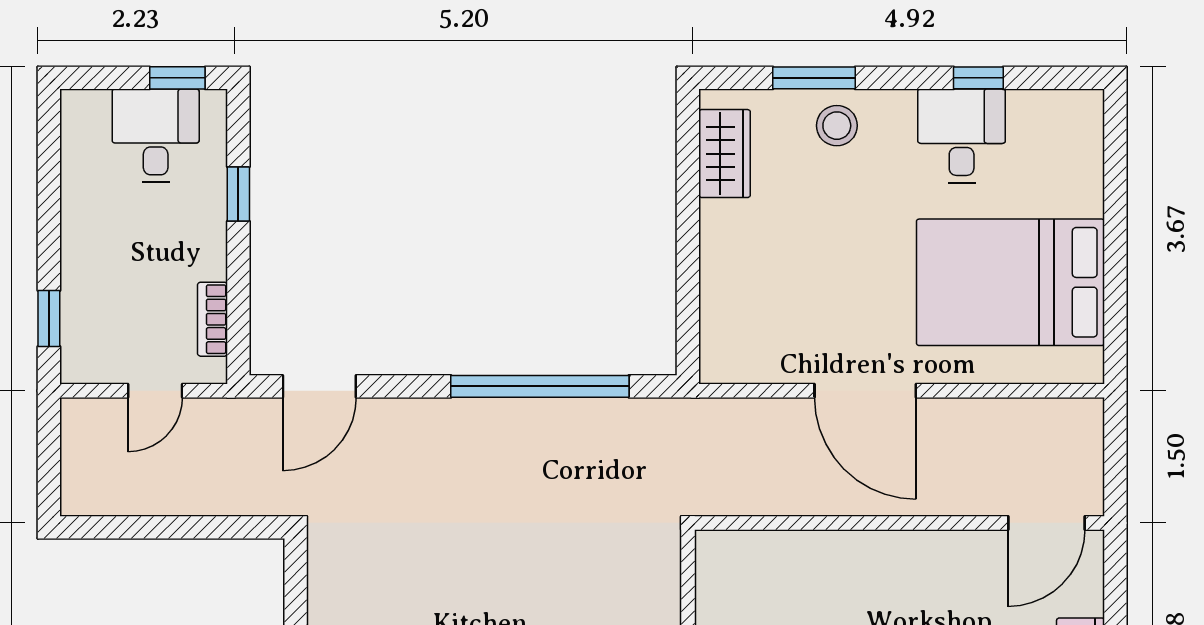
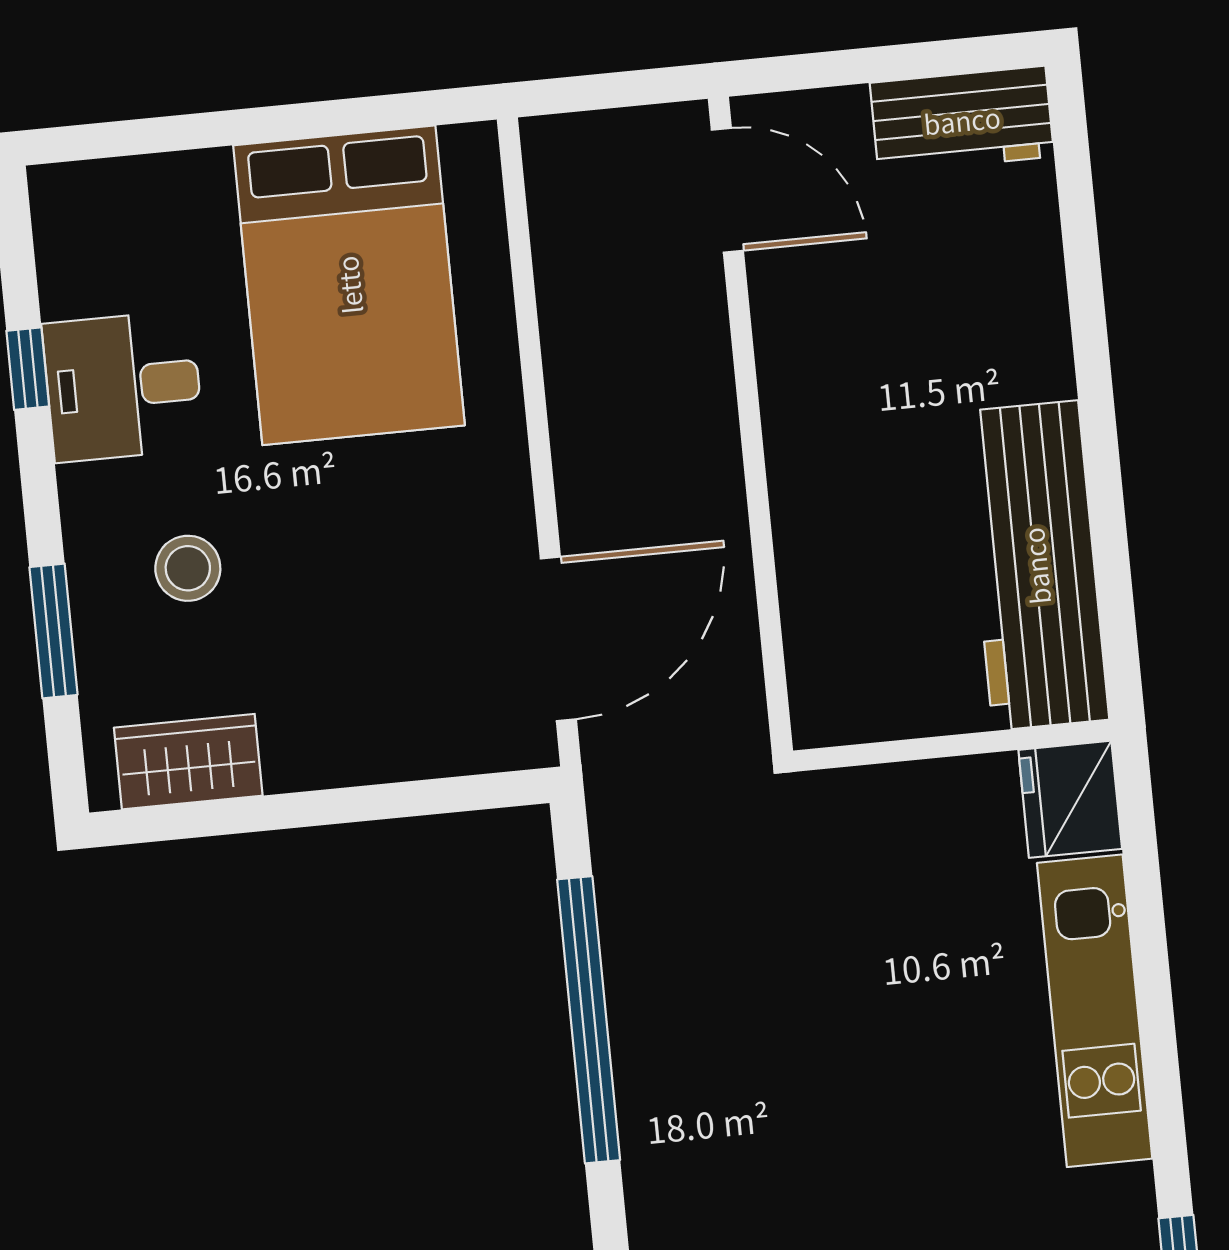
stool: (837, 126) -> (188, 568), moved
door: (865, 391) -> (558, 639), moved

